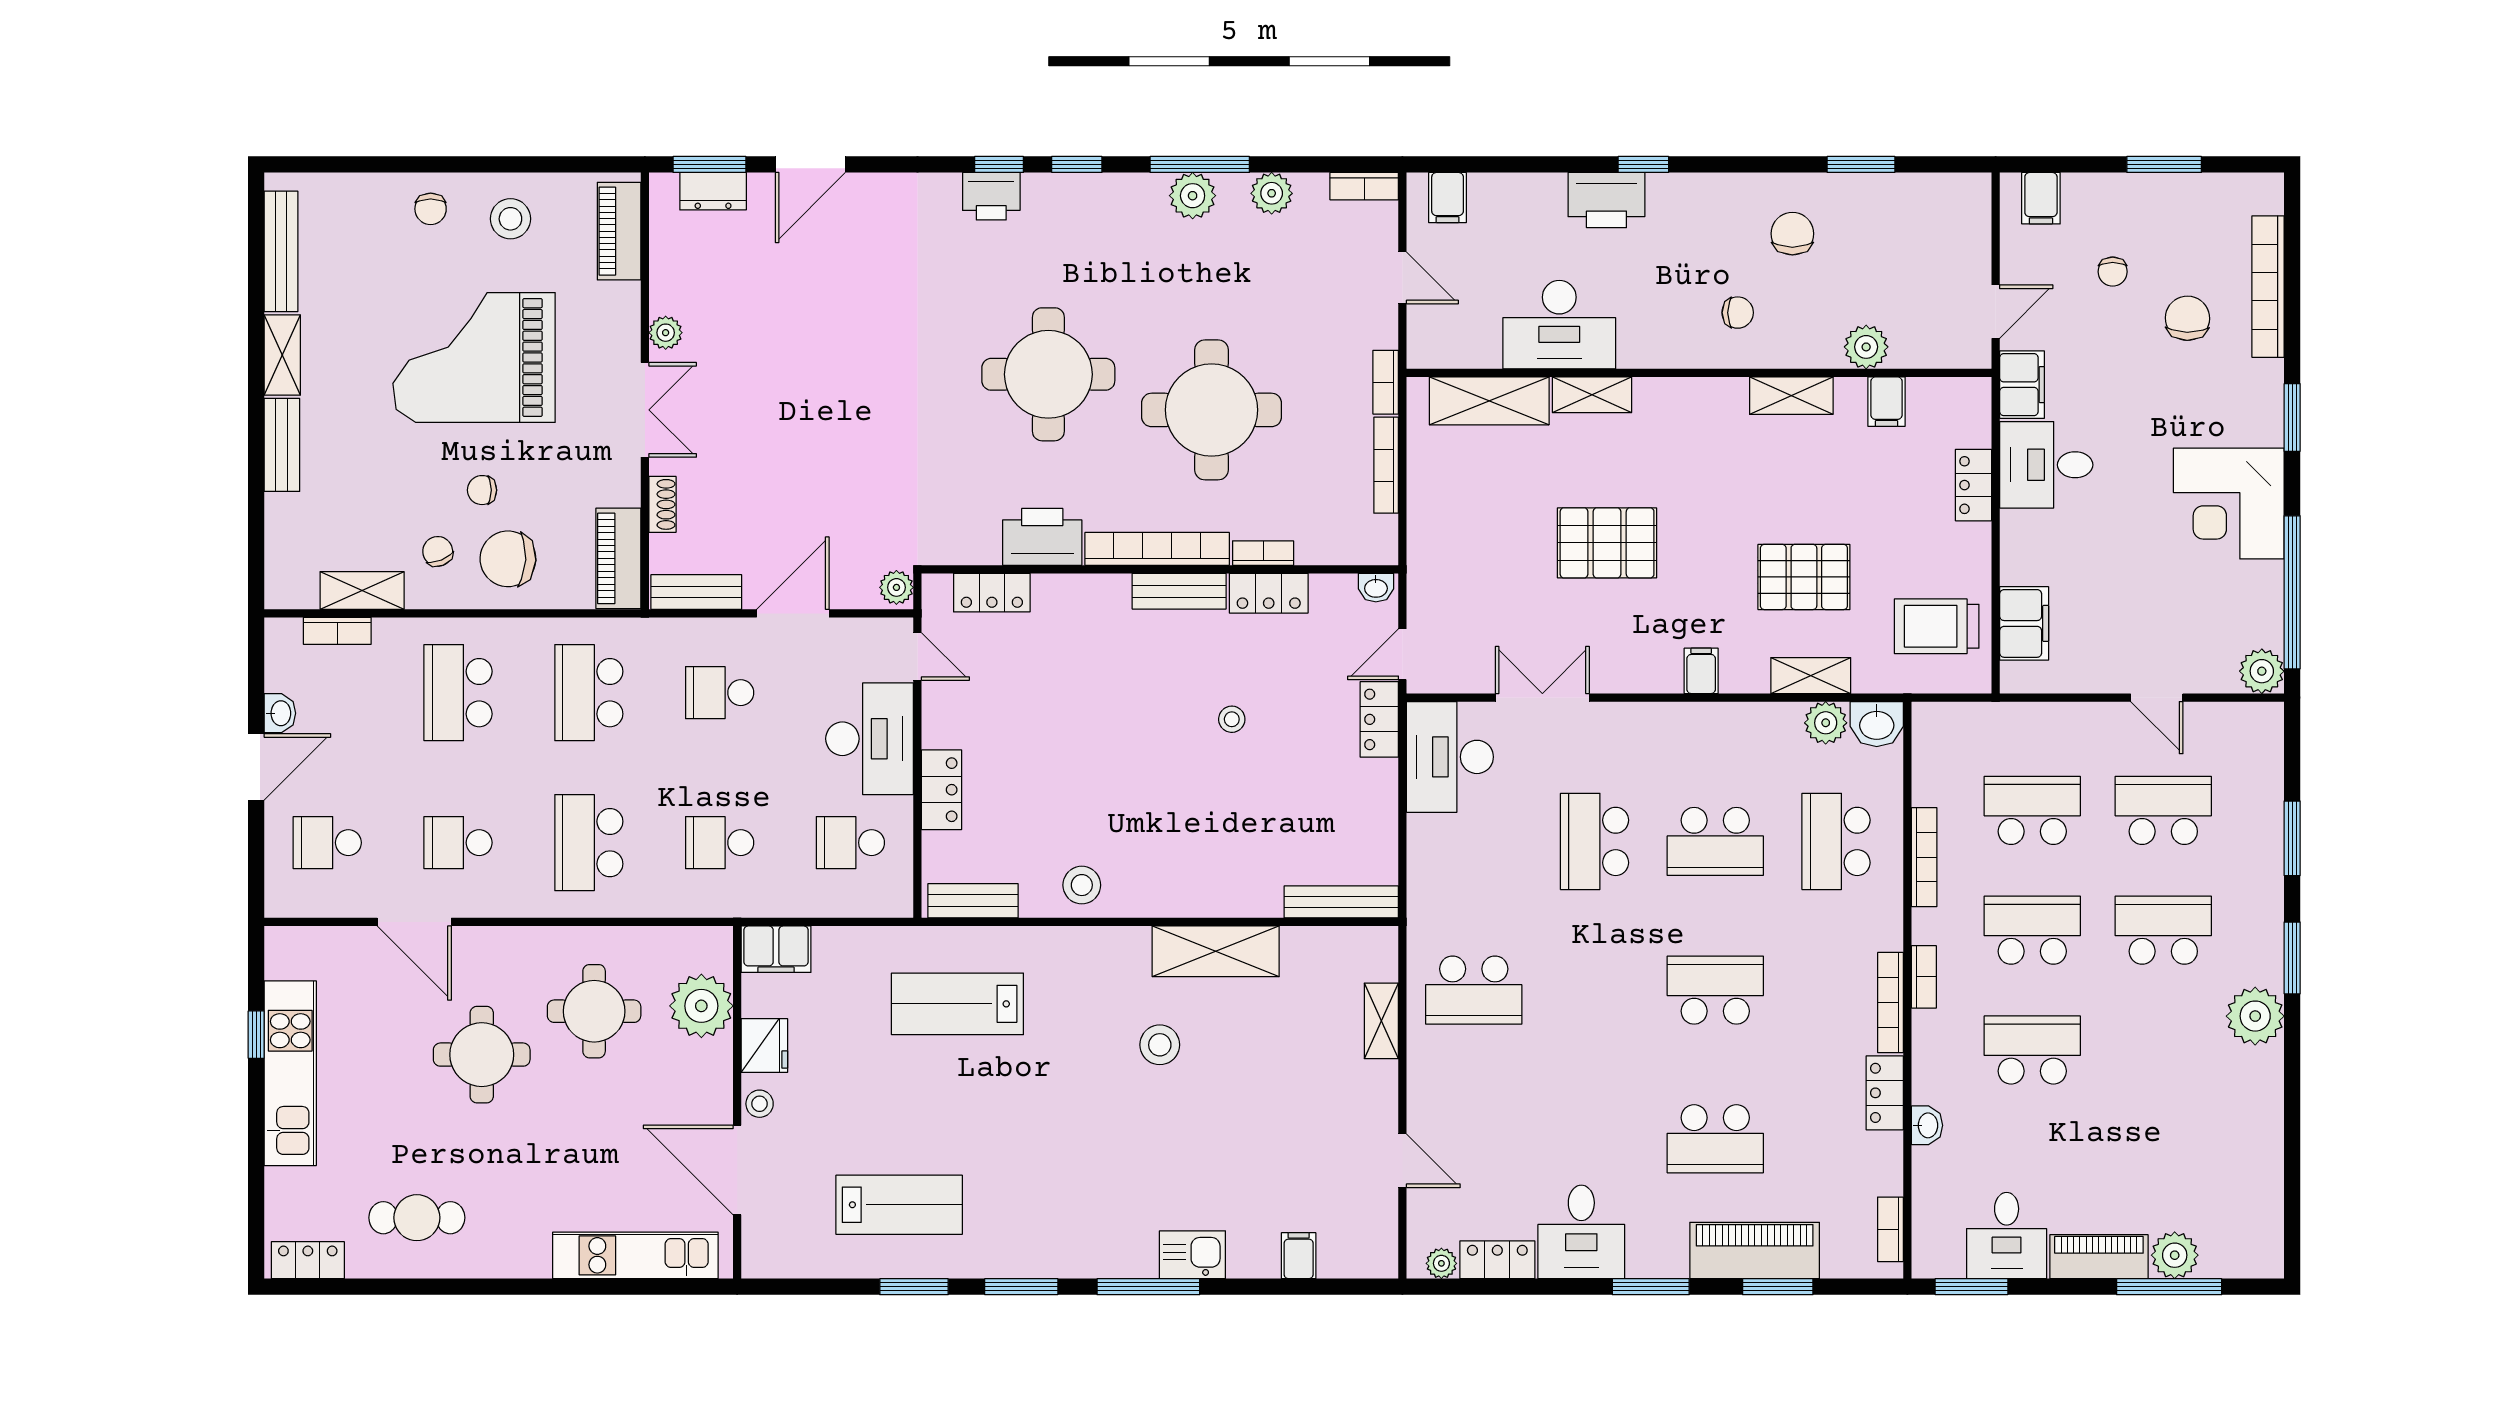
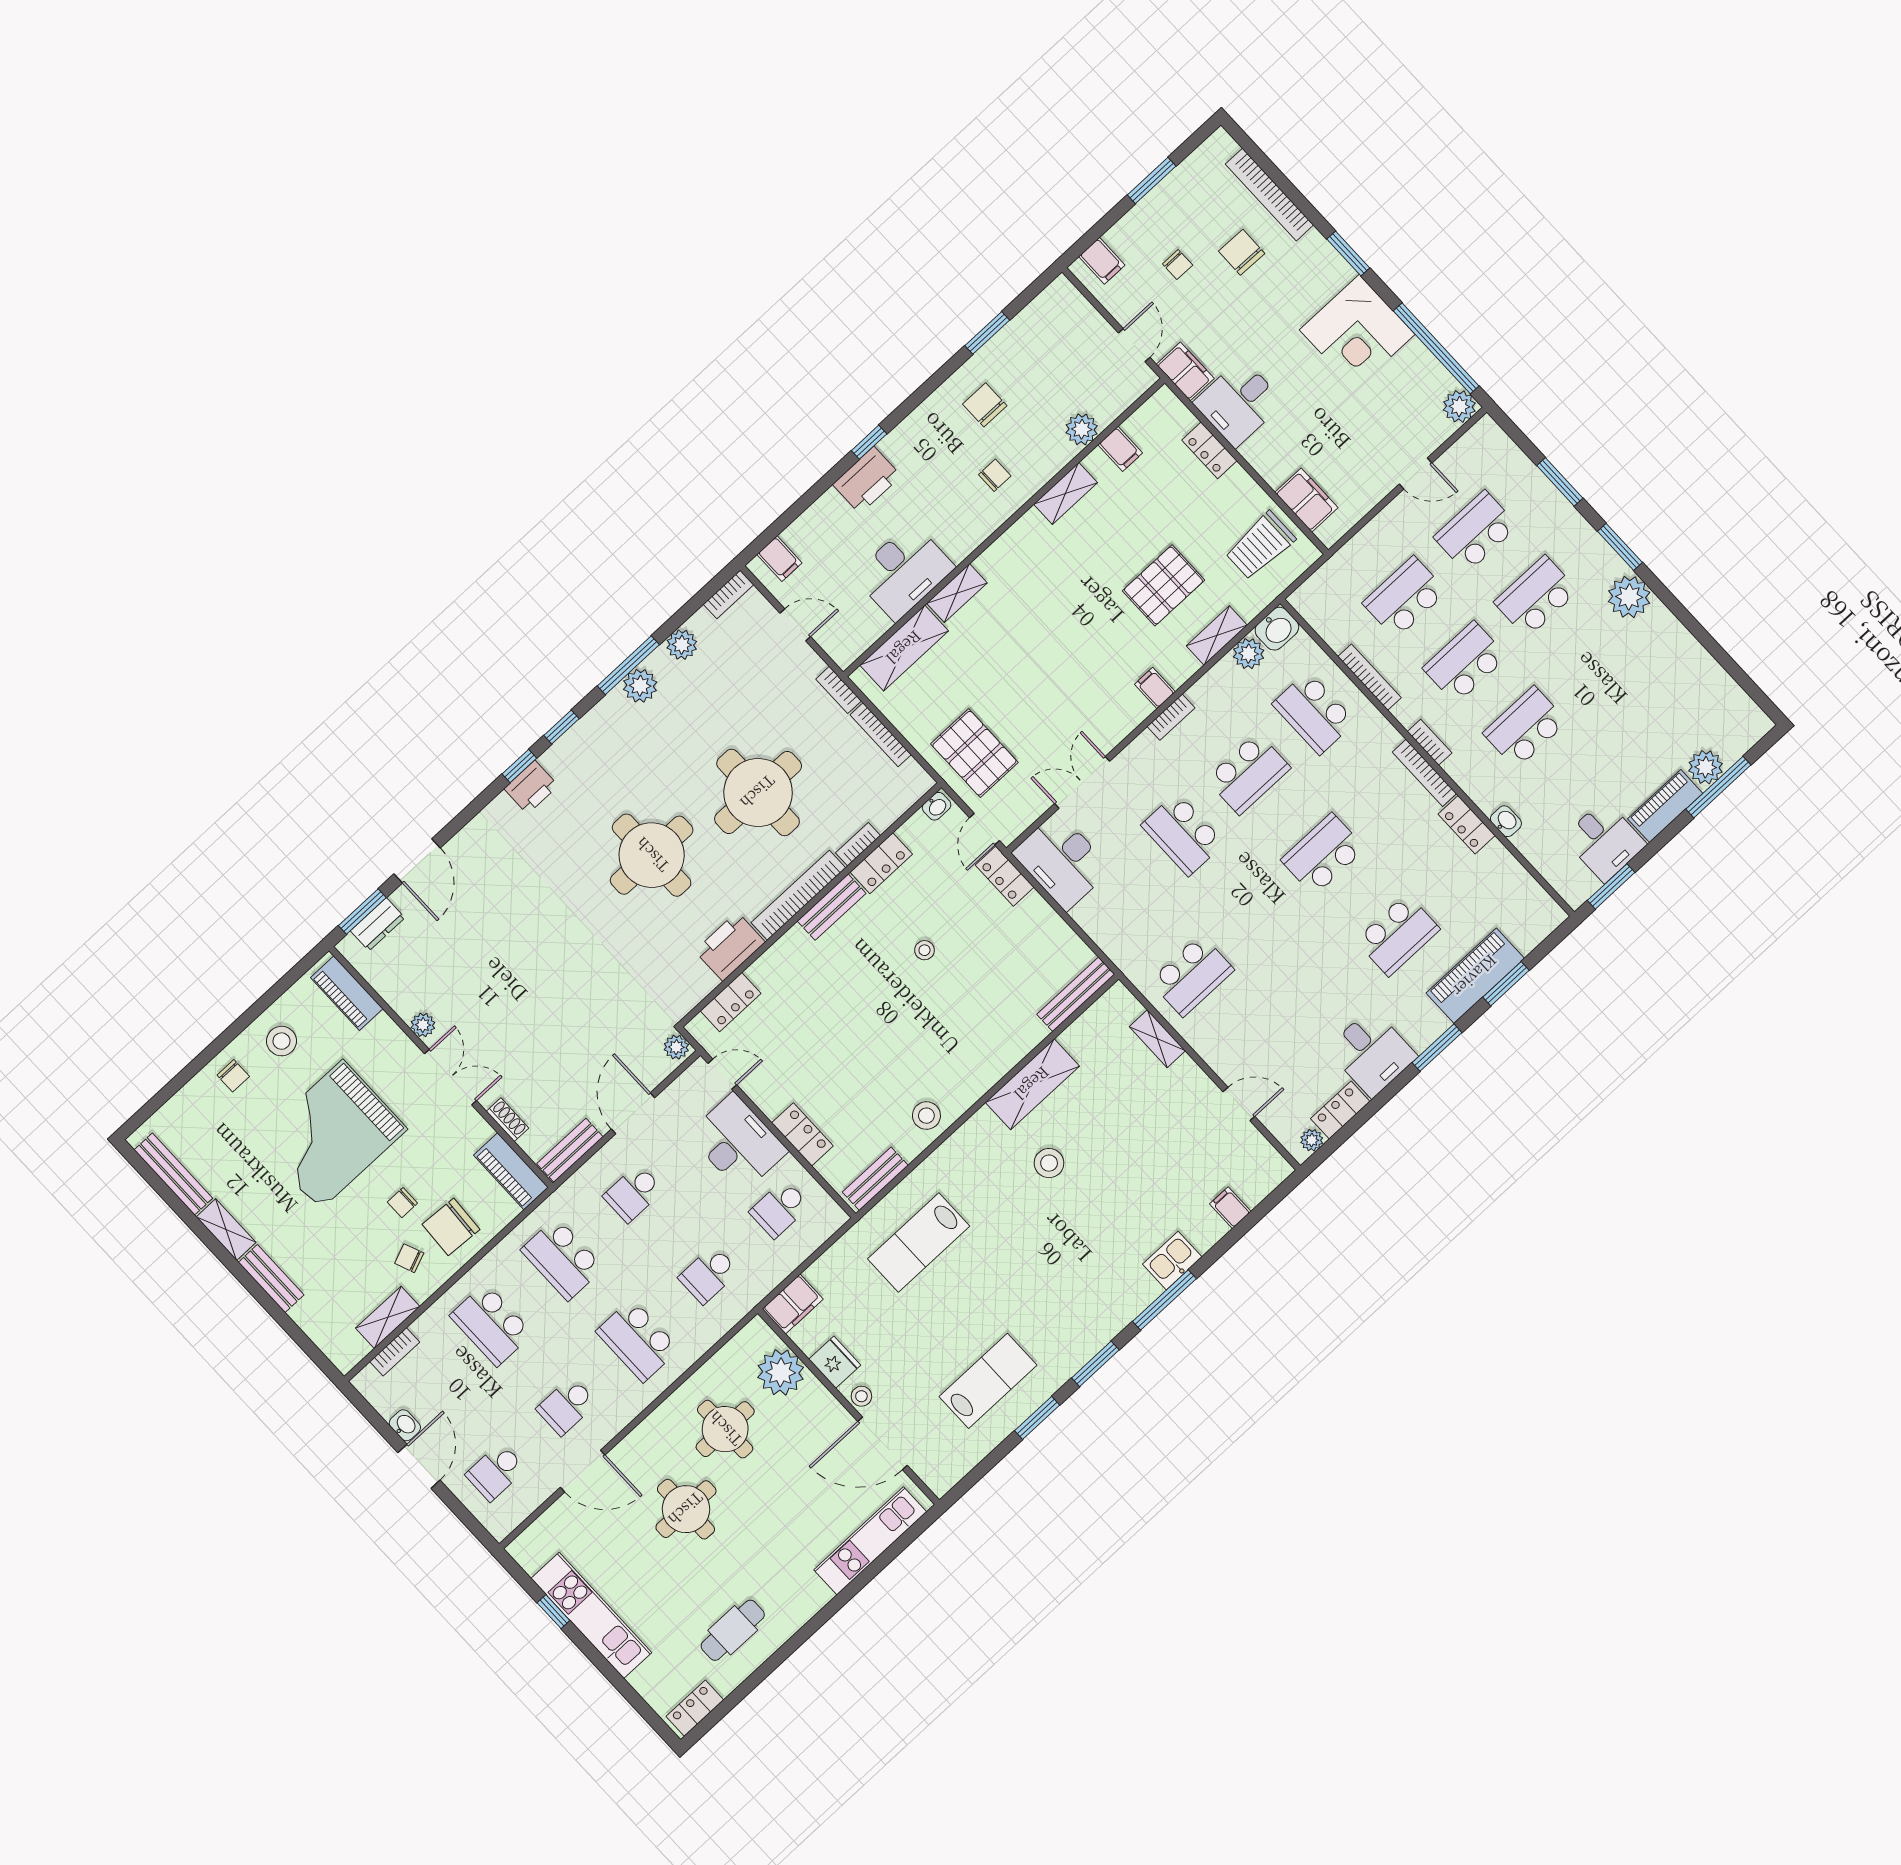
pallet: (1607, 543) -> (974, 753), moved, turned 90
bookcase: (1890, 1229) -> (1171, 717), moved, turned -90

